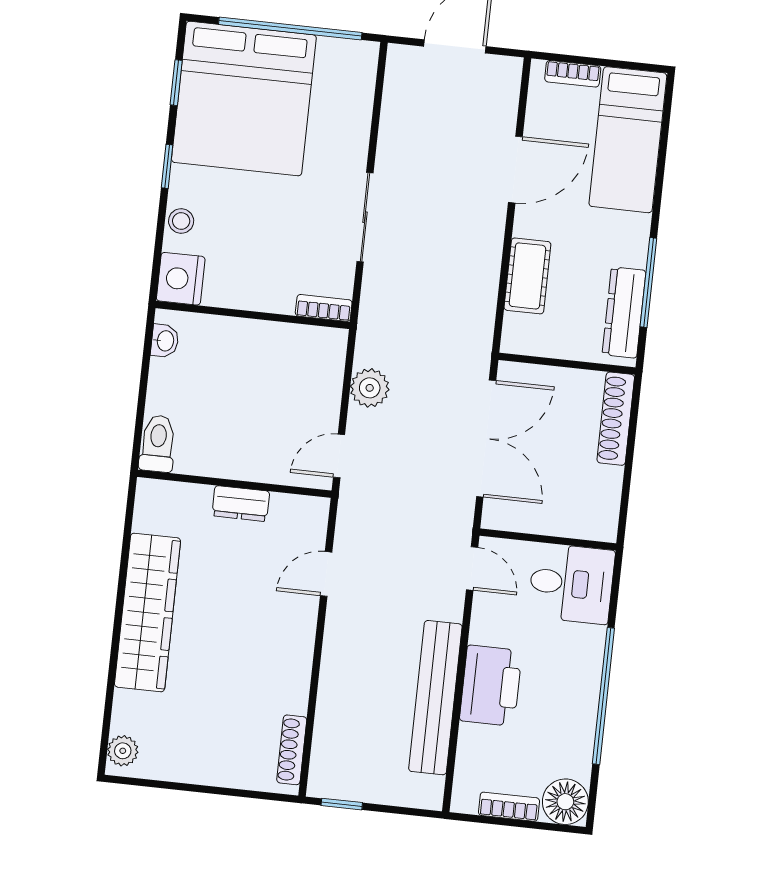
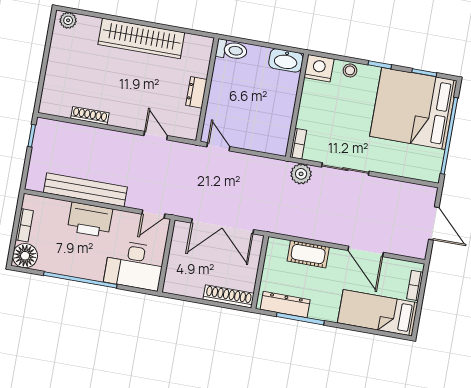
washbasin: (165, 341) -> (286, 60), width x1.91, depth x1.45
plant: (370, 388) -> (301, 174), moved
desk: (571, 584) -> (134, 265), width x1.37
shoe rack: (292, 750) -> (90, 116), moved

